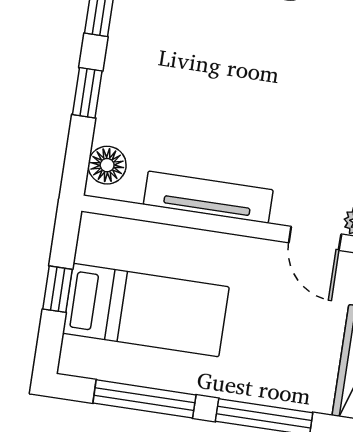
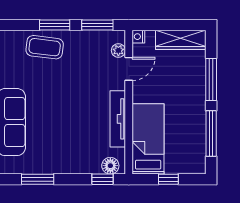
window: (87, 93) -> (102, 179), moved
bed: (146, 310) -> (148, 139), moved

